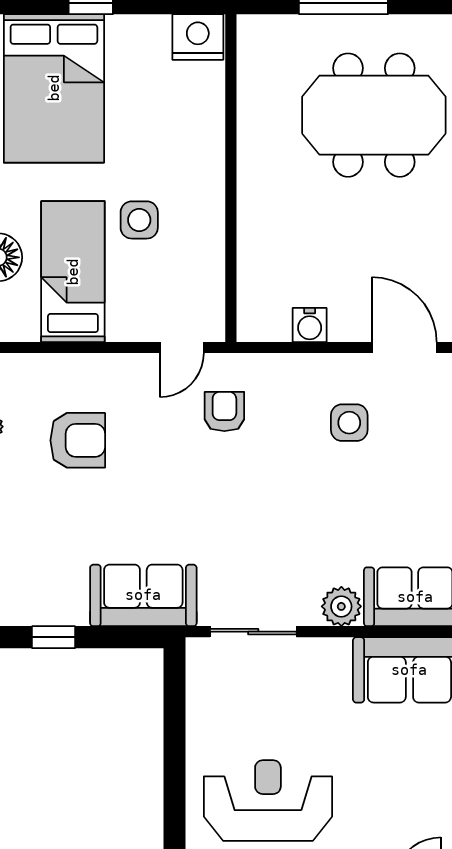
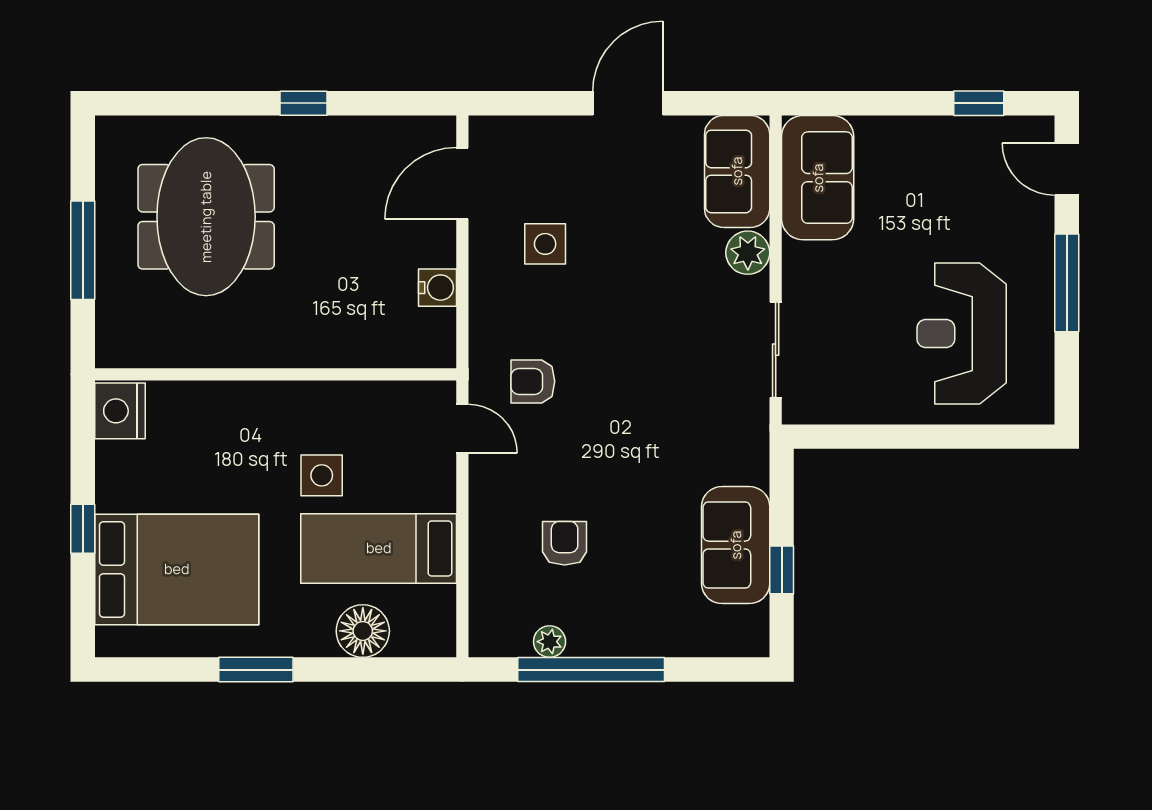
armchair: (78, 440) -> (565, 543), width x0.72, depth x0.72
sofa: (143, 595) -> (736, 545), moved

